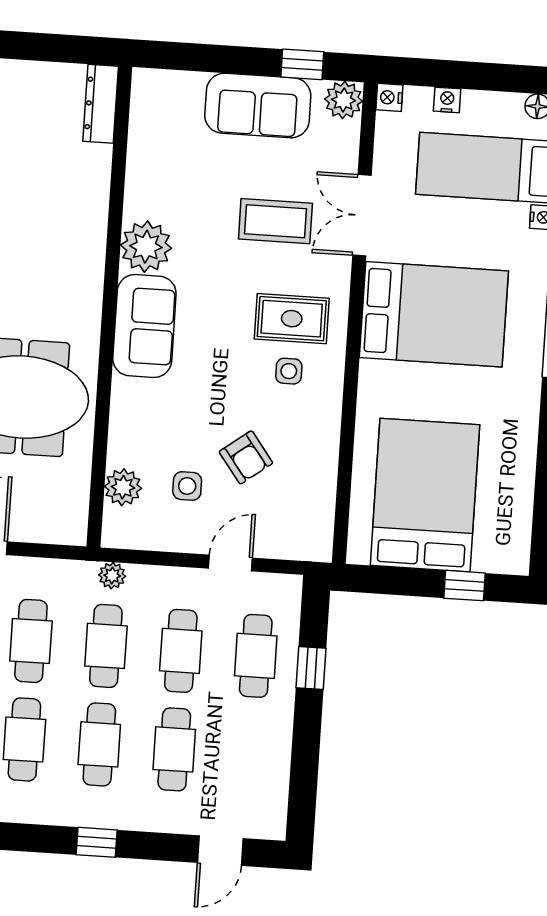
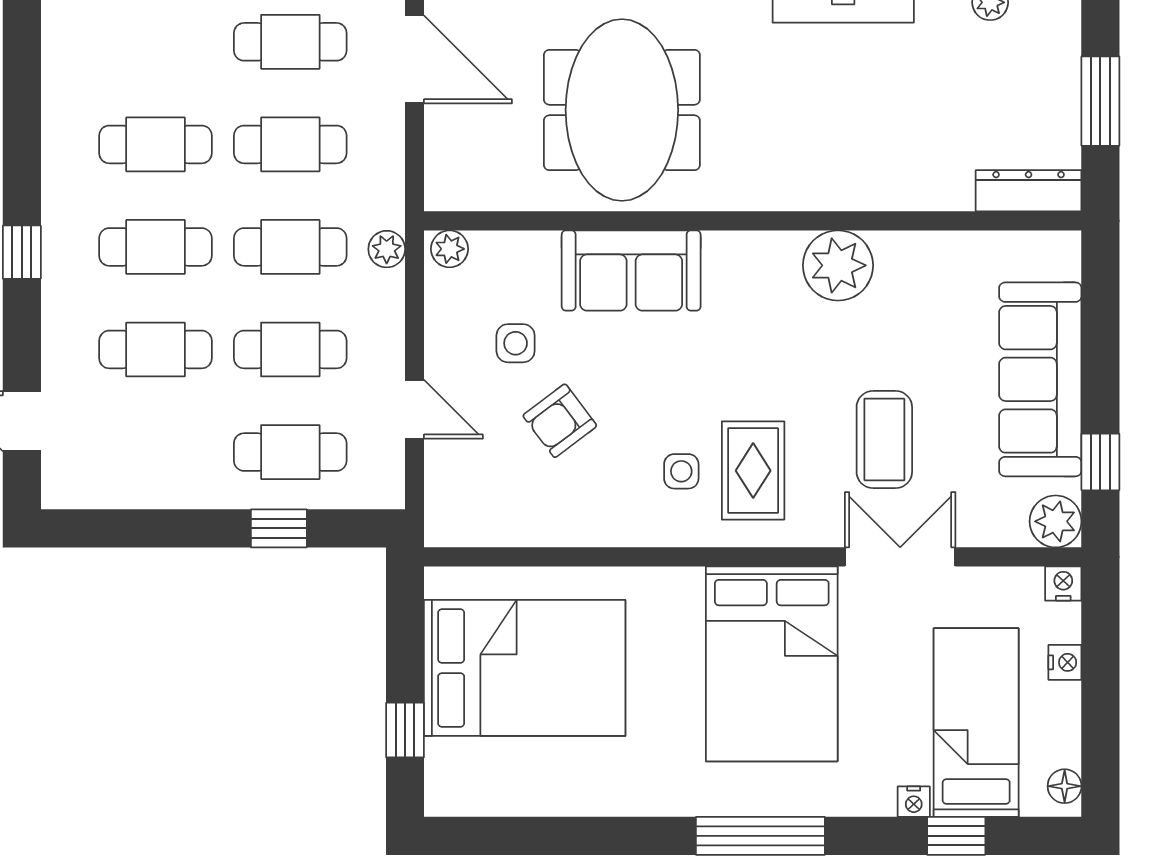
window: (39, 47) -> (1100, 101), added
sofa: (258, 106) -> (1040, 379), width x1.36
sofa: (144, 326) -> (631, 271), moved
plant: (123, 487) -> (449, 249), moved, width x0.73, depth x0.73

